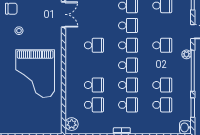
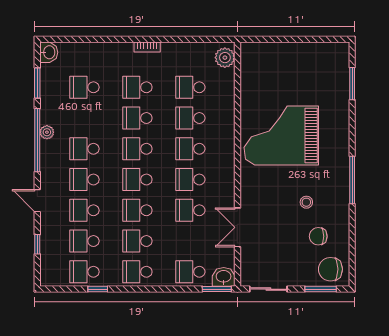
school desk: (94, 25) -> (190, 210), added
school desk: (162, 25) -> (84, 210), added
plant: (187, 54) -> (47, 132), moved
school desk: (94, 65) -> (190, 149), added
grand piano: (35, 74) -> (281, 136), turned -90
school desk: (162, 85) -> (84, 149), moved

